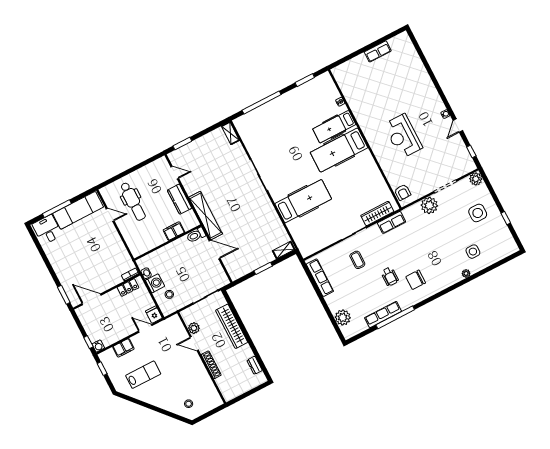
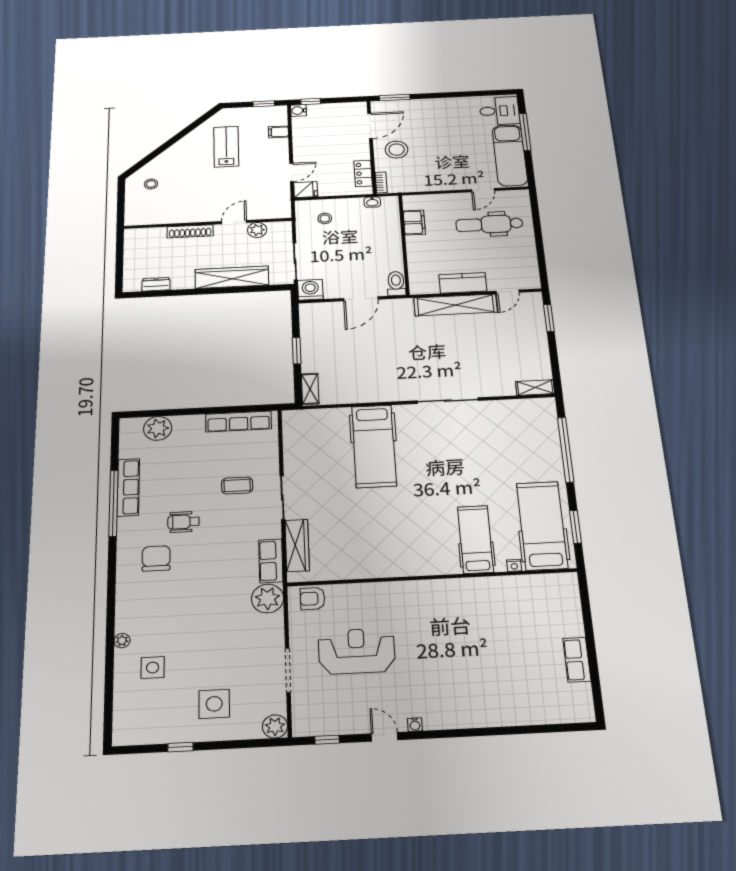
reception desk: (403, 136) -> (357, 651), moved
hospital bed: (339, 150) -> (542, 525), moved
plant: (429, 205) -> (268, 598), moved
shelving: (206, 216) -> (455, 305), moved
filing cabinet: (174, 231) -> (414, 222), moved
stool: (102, 276) -> (397, 150), added
washing machine: (155, 283) -> (310, 290), moved, turned 180
filing cabinet: (123, 348) -> (278, 132), width x0.50
lab bench: (143, 375) -> (226, 147), turned 180

